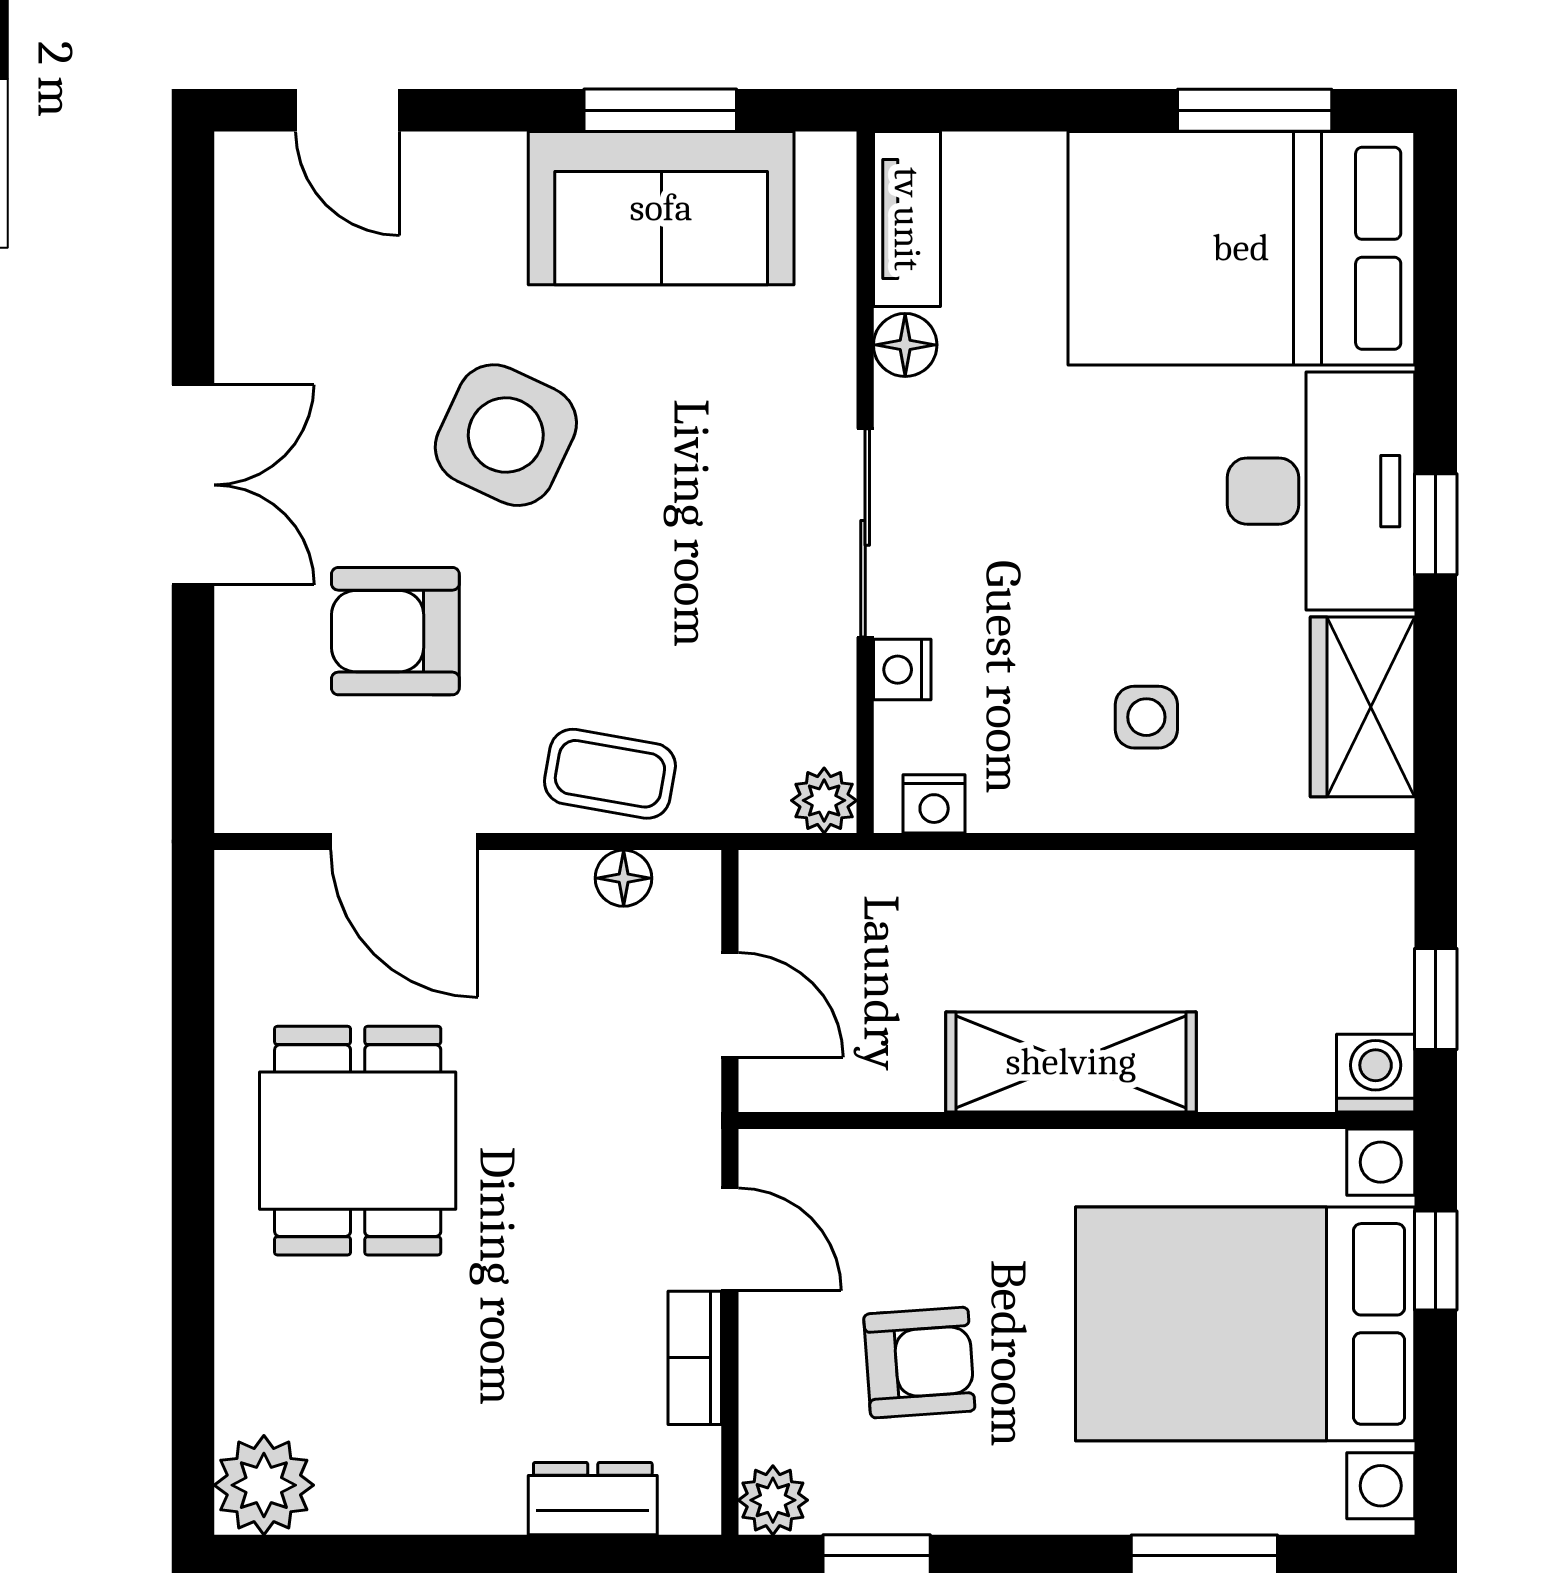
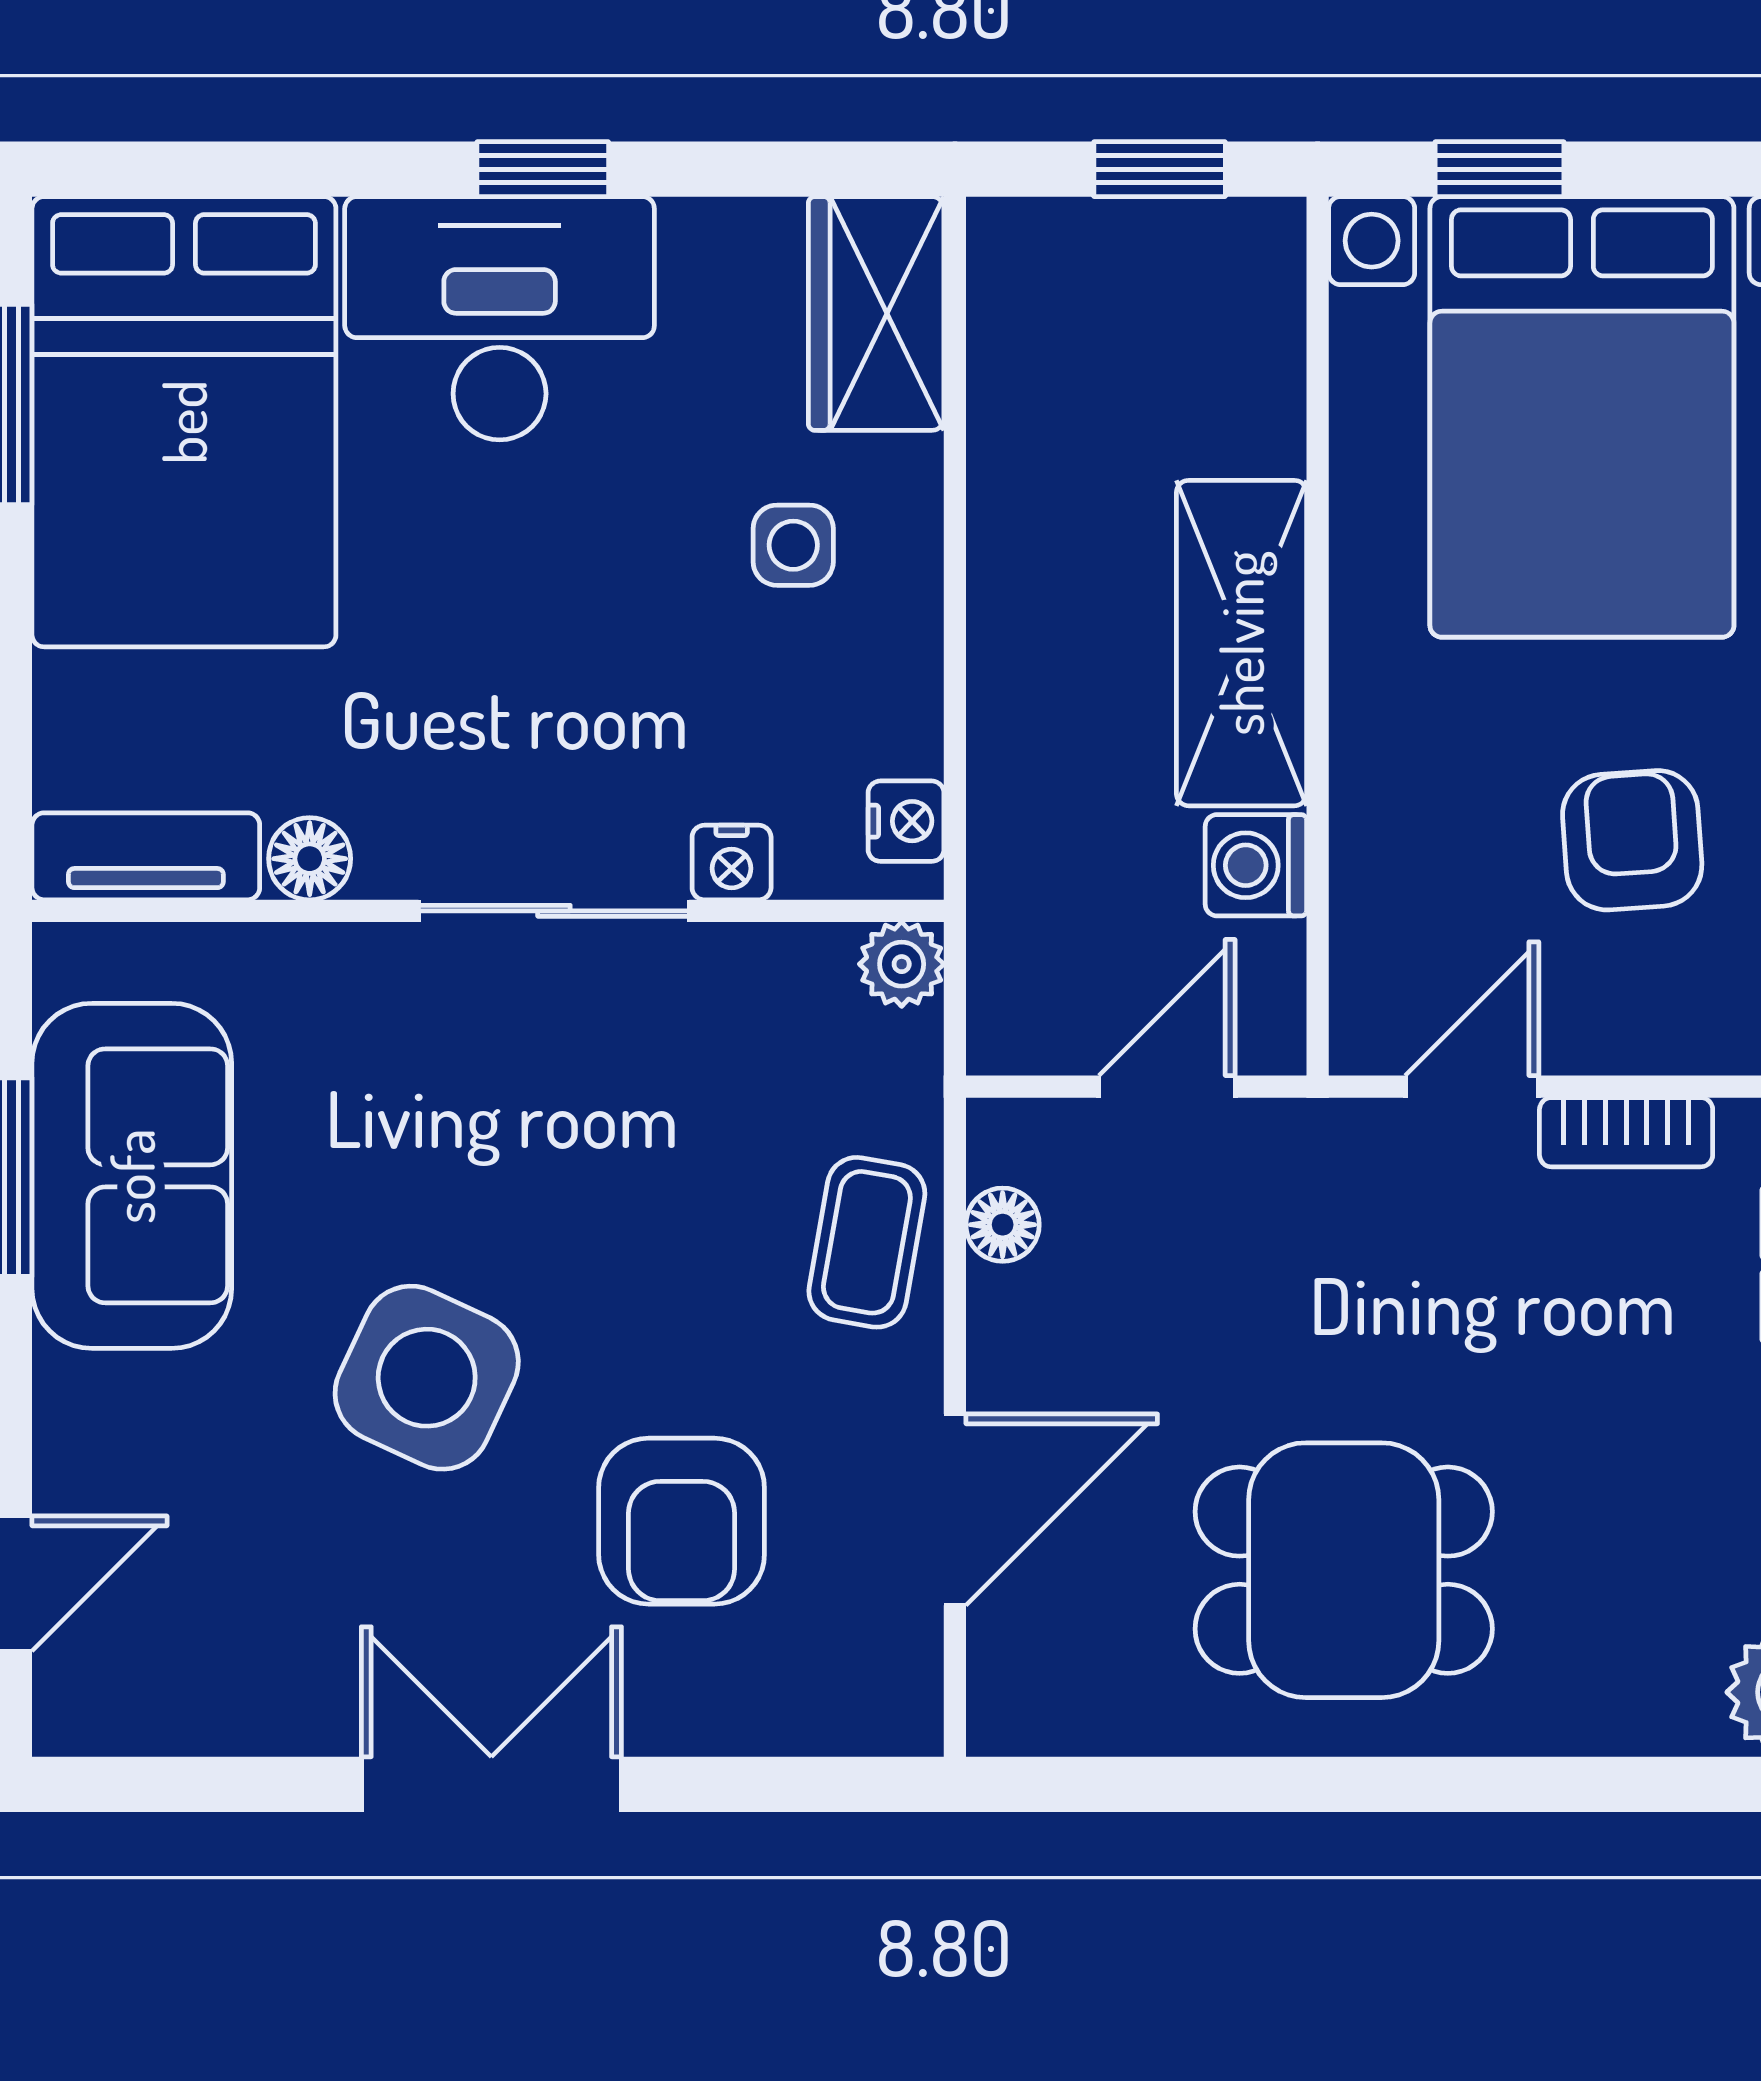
wardrobe: (1362, 707) -> (876, 313), moved, turned 90
washing machine: (1376, 1073) -> (1256, 865), moved

